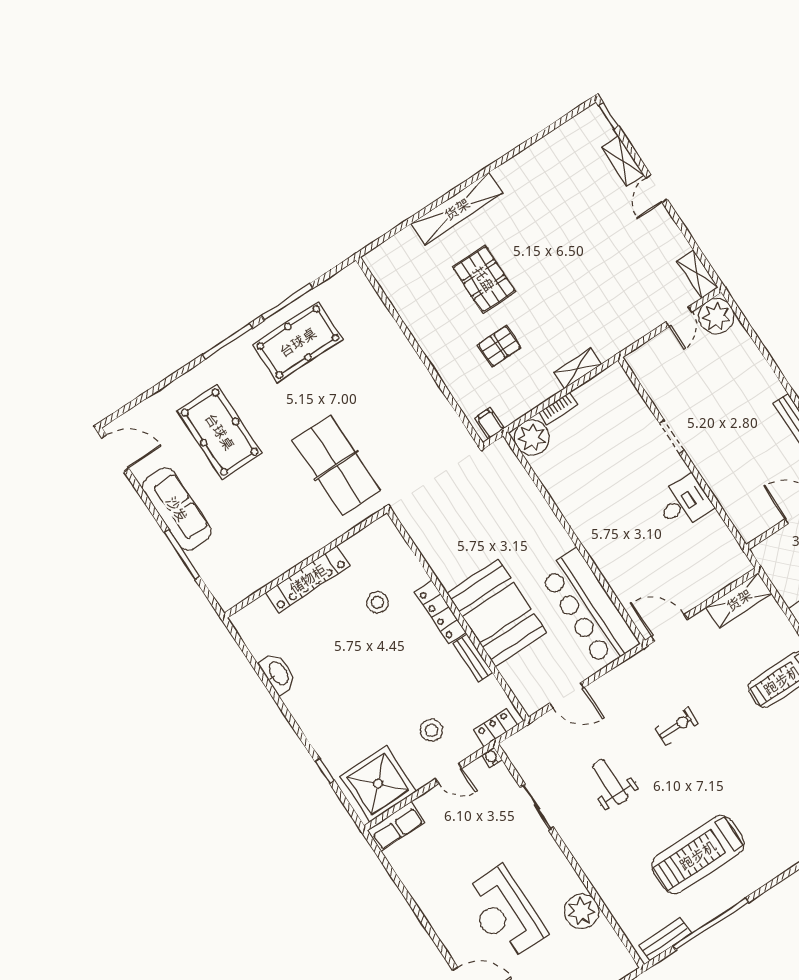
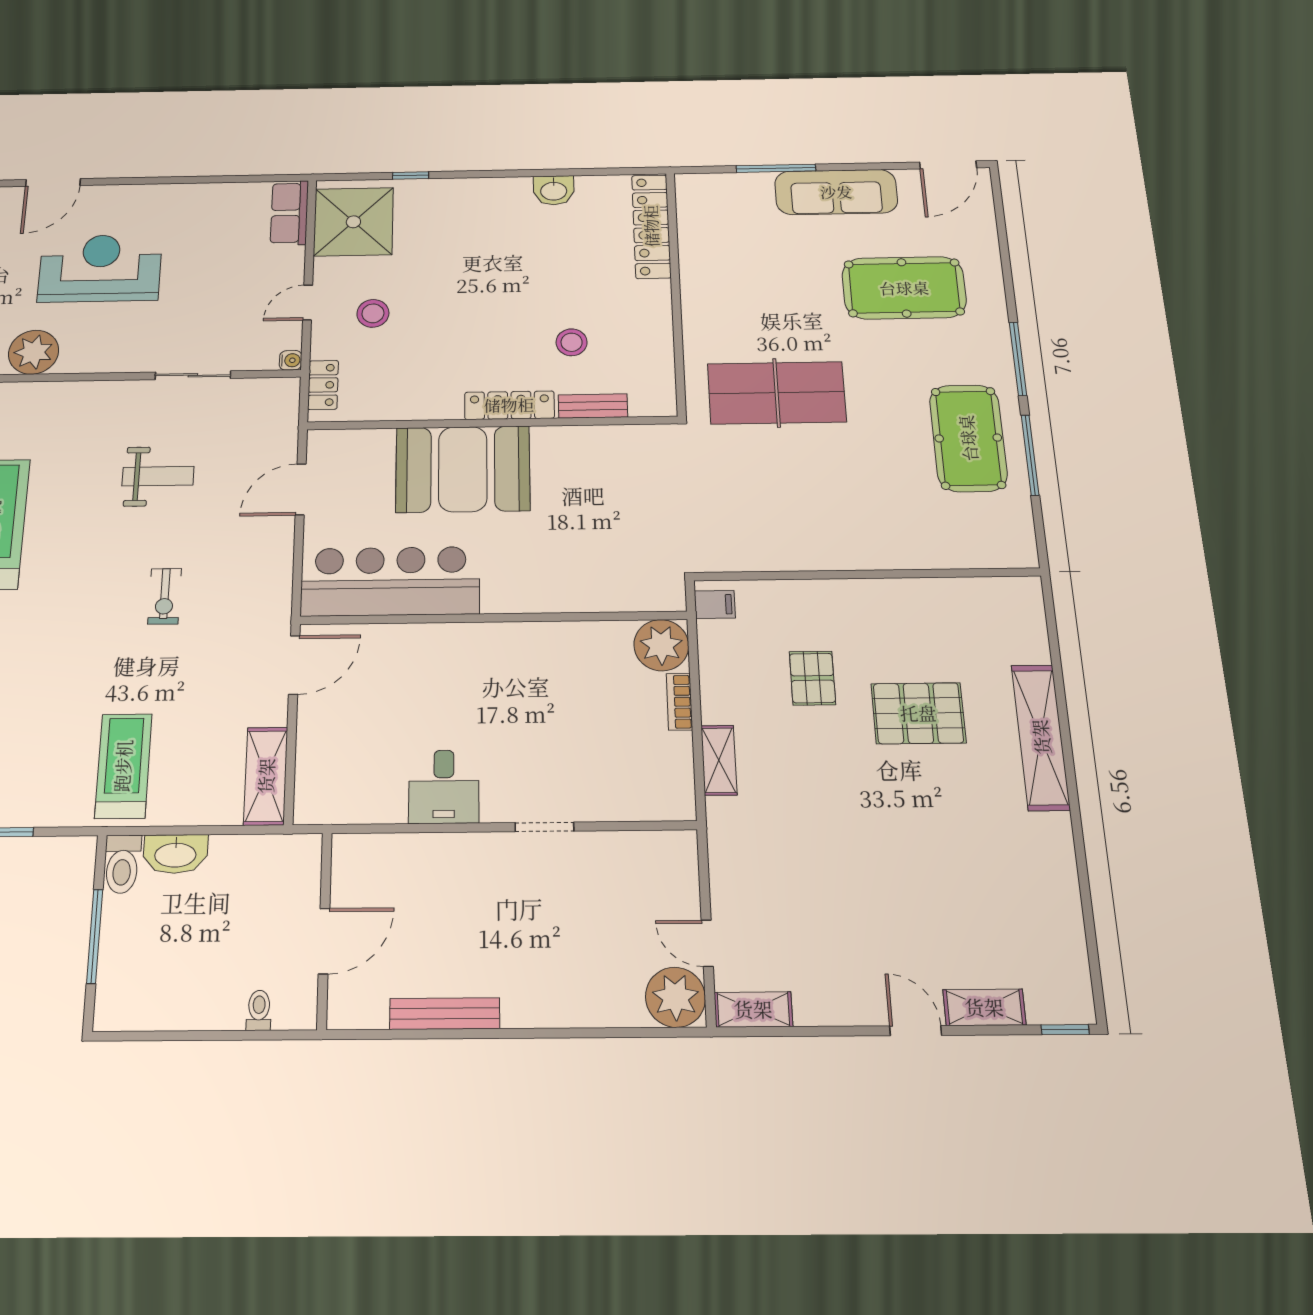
locker: (308, 579) -> (651, 226), moved
bench: (473, 658) -> (593, 406), moved
washbasin: (278, 674) -> (554, 190), width x0.72

